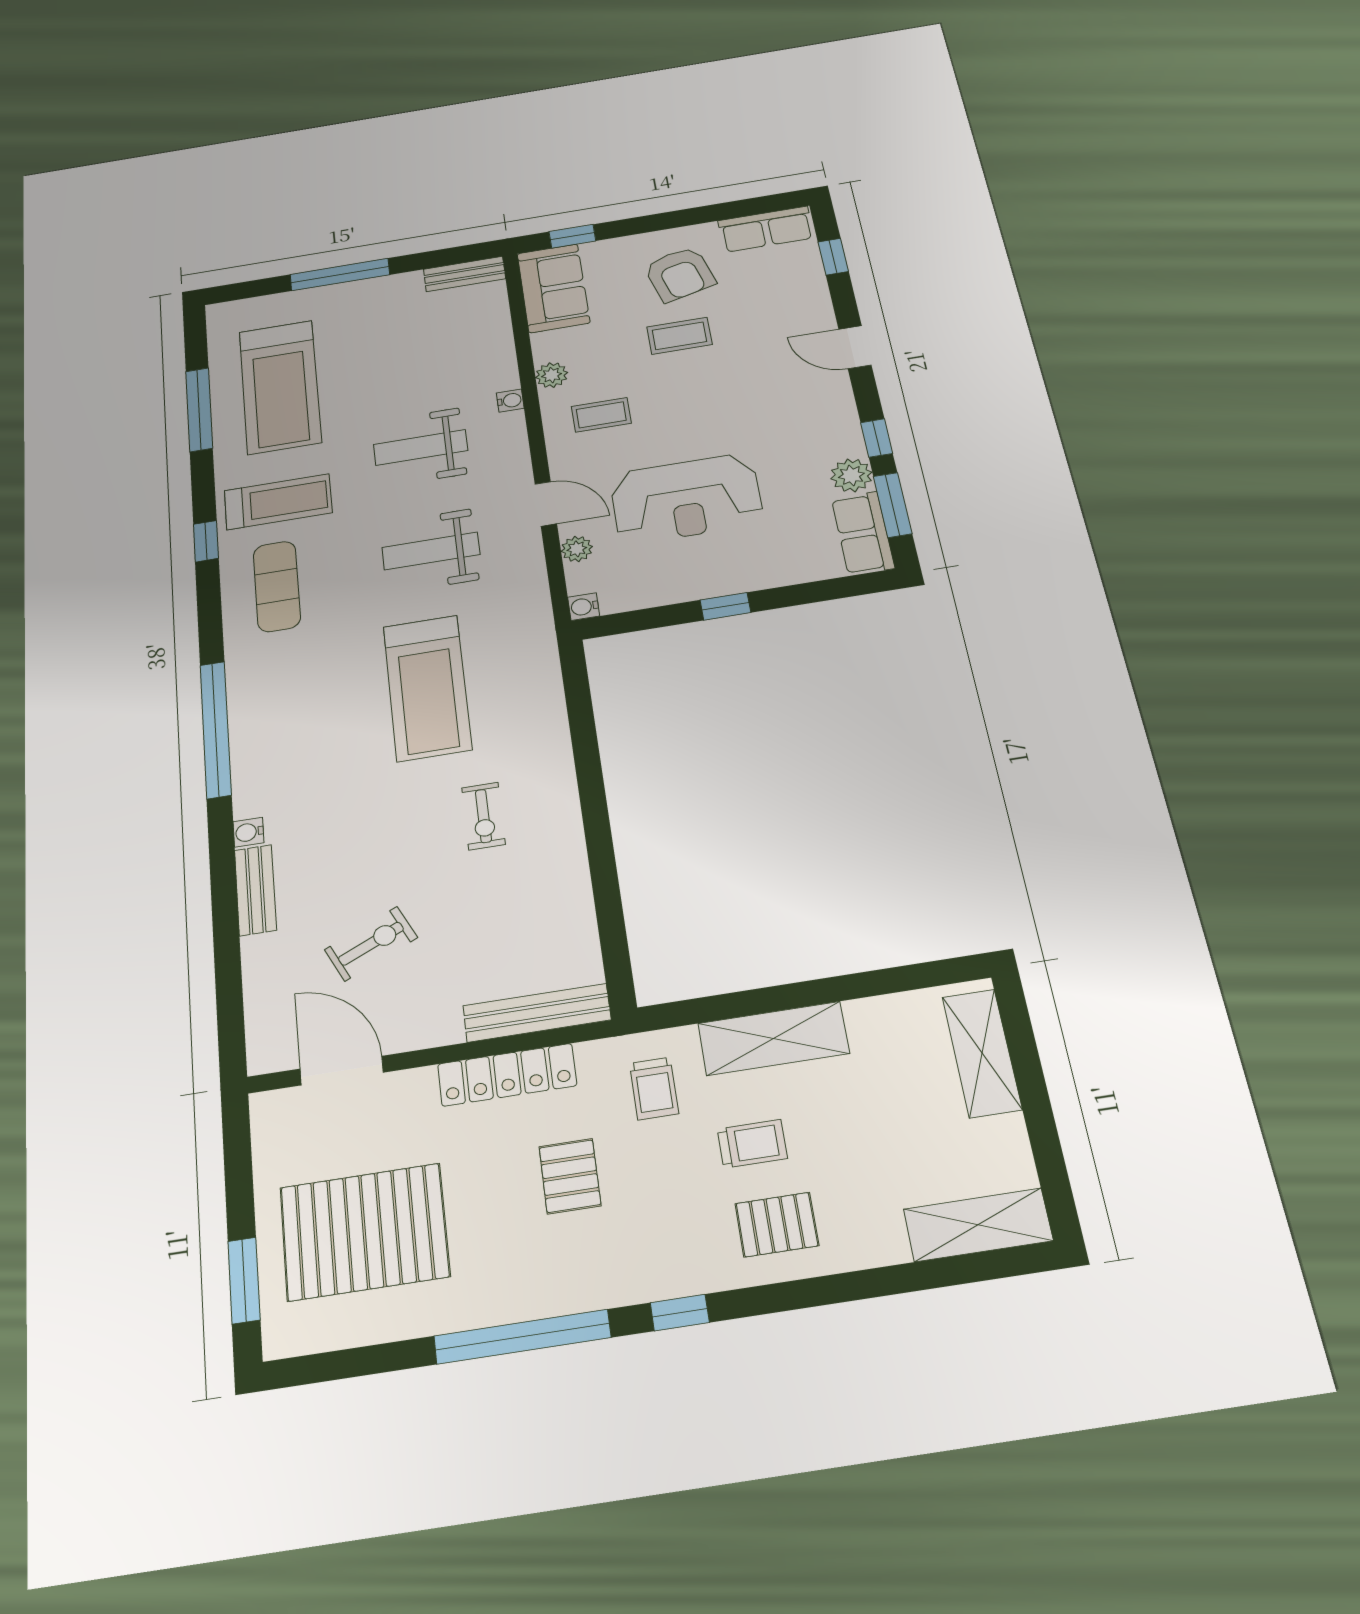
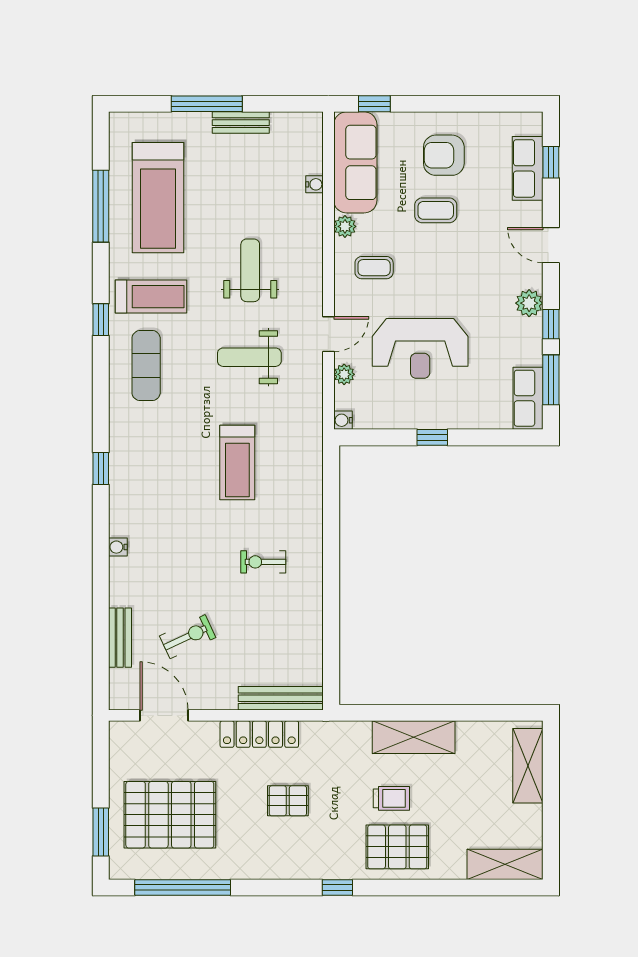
row of seats: (766, 229) -> (528, 168), moved, turned 90
bench: (464, 274) -> (241, 123), moved
armchair: (680, 274) -> (444, 155), turned 105
sofa: (553, 288) -> (355, 162), width x1.36
water cooler: (510, 401) -> (315, 184), moved
weight bench: (421, 447) -> (250, 270), turned 90
plant: (851, 475) -> (529, 303), moved
door: (546, 504) -> (328, 334), hinge flipped
treadmill: (427, 688) -> (237, 463), width x0.73, depth x0.73
window: (216, 729) -> (101, 468), width x0.32
exercise bike: (483, 816) -> (263, 562), turned 90
bench: (255, 890) -> (120, 638), moved
trolley: (654, 1088) -> (342, 756), removed
pallet: (570, 1176) -> (288, 801), turned 90
pallet: (777, 1225) -> (397, 847), width x1.50, depth x1.42
window: (522, 1337) -> (183, 888), moved

